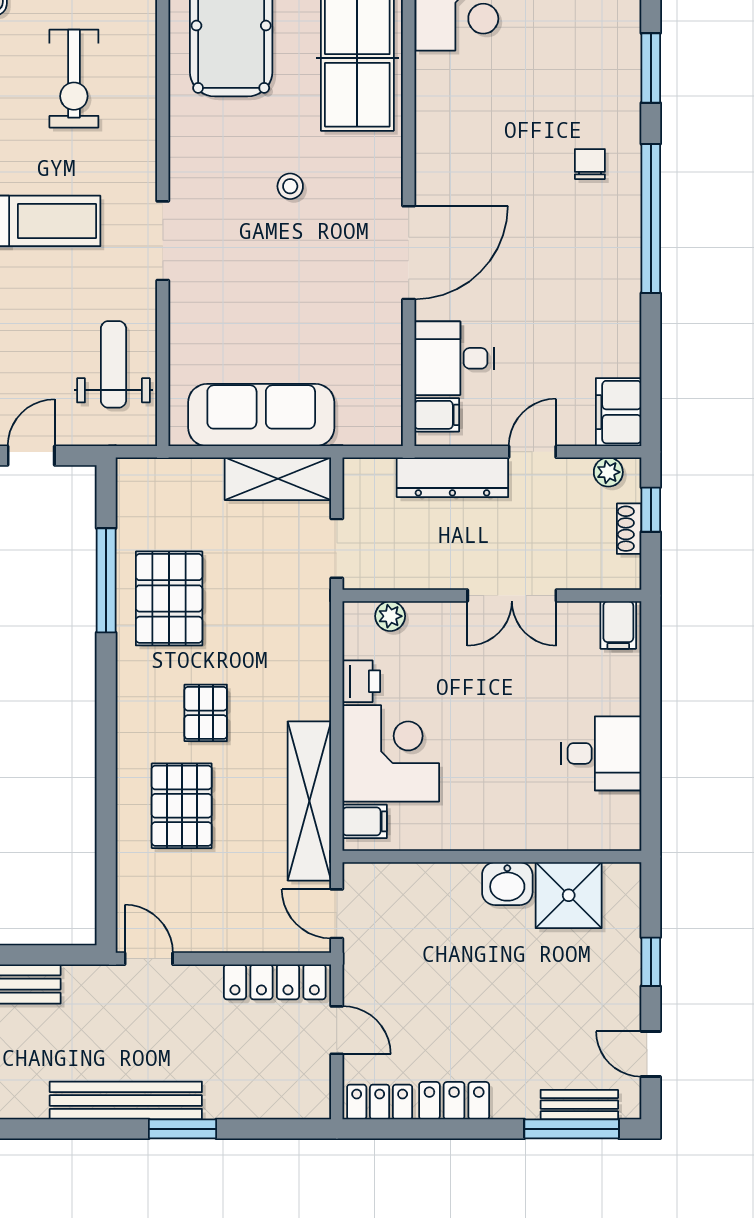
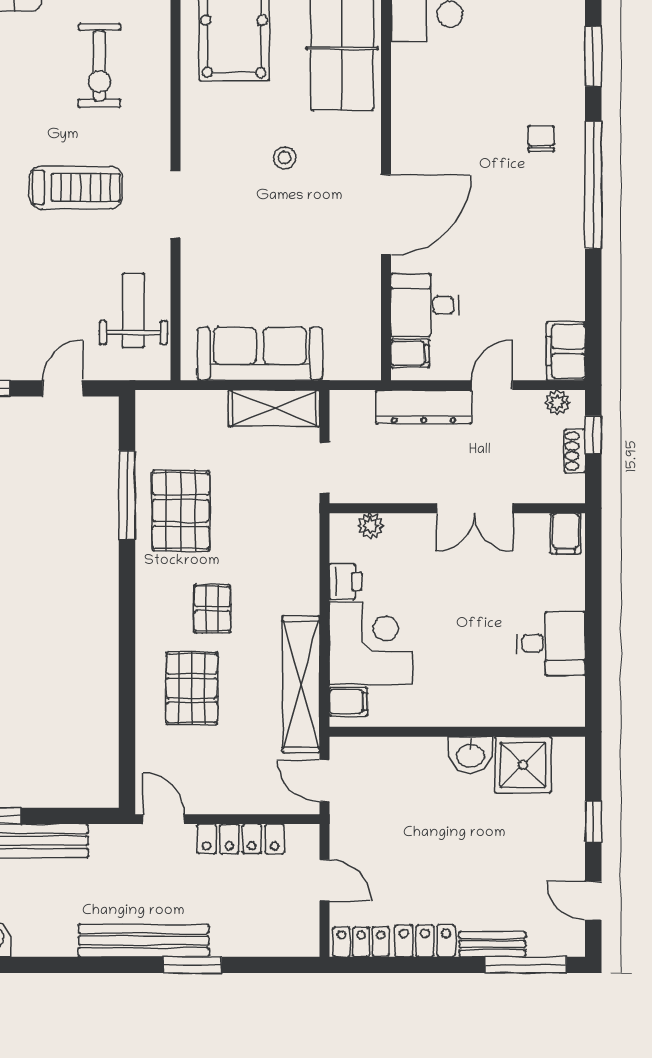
locker: (275, 982) -> (240, 839), moved
bench: (579, 1105) -> (492, 944), moved

